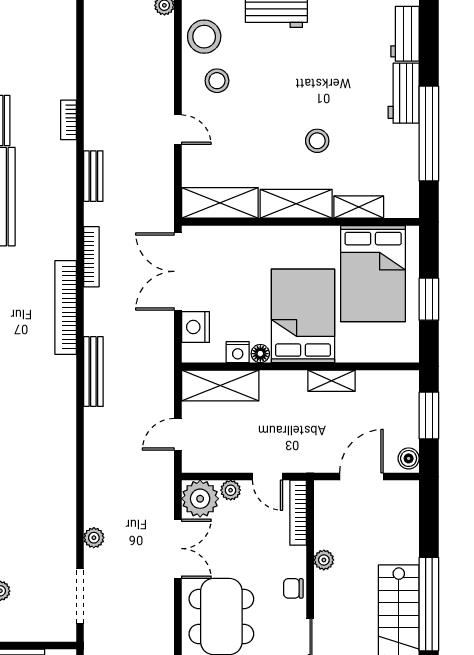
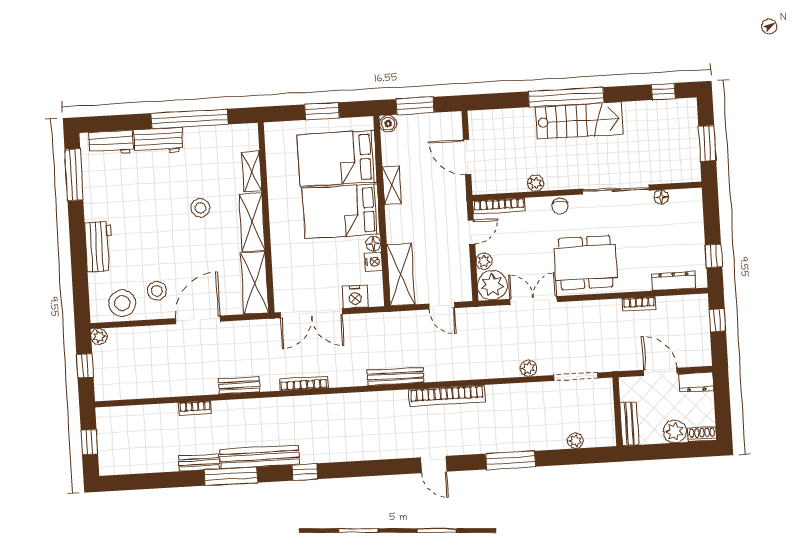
door: (178, 130) -> (198, 320), width x1.88
bed: (373, 274) -> (337, 158), moved, turned 180
bookcase: (66, 308) -> (447, 396), moved
boiler: (409, 458) -> (388, 124), moved

